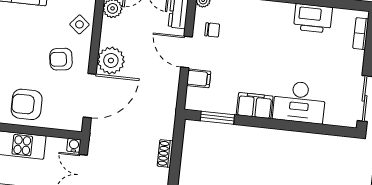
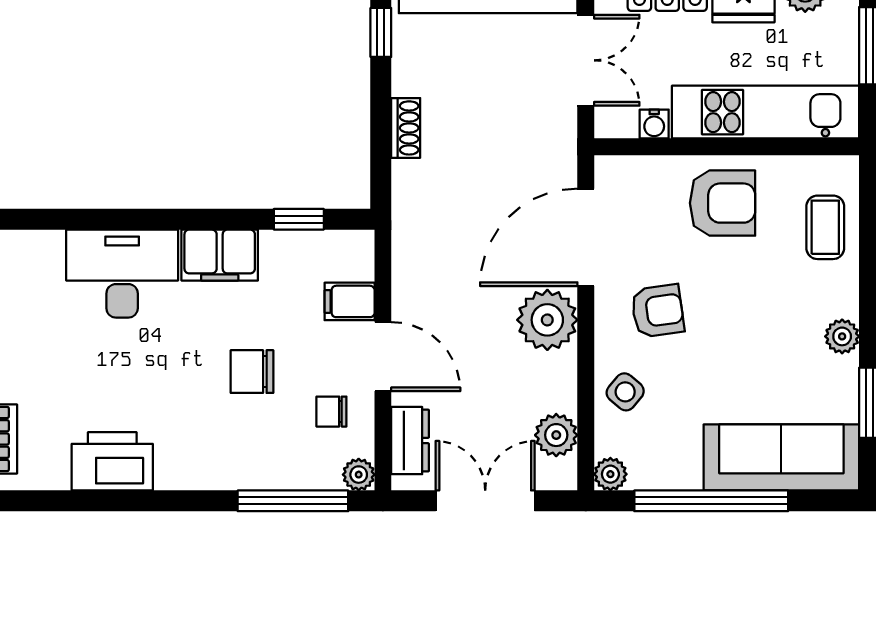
chair: (246, 52) -> (252, 372), added
window: (217, 118) -> (299, 219), width x0.67
water cooler: (74, 145) -> (654, 124), moved

